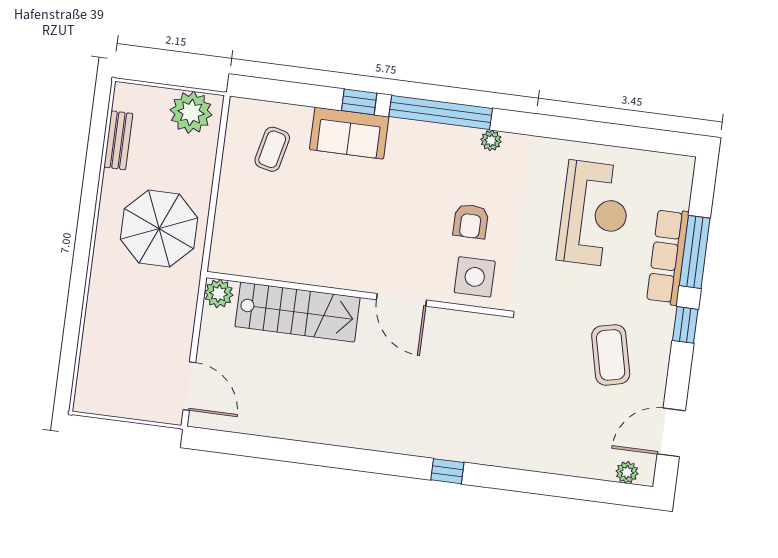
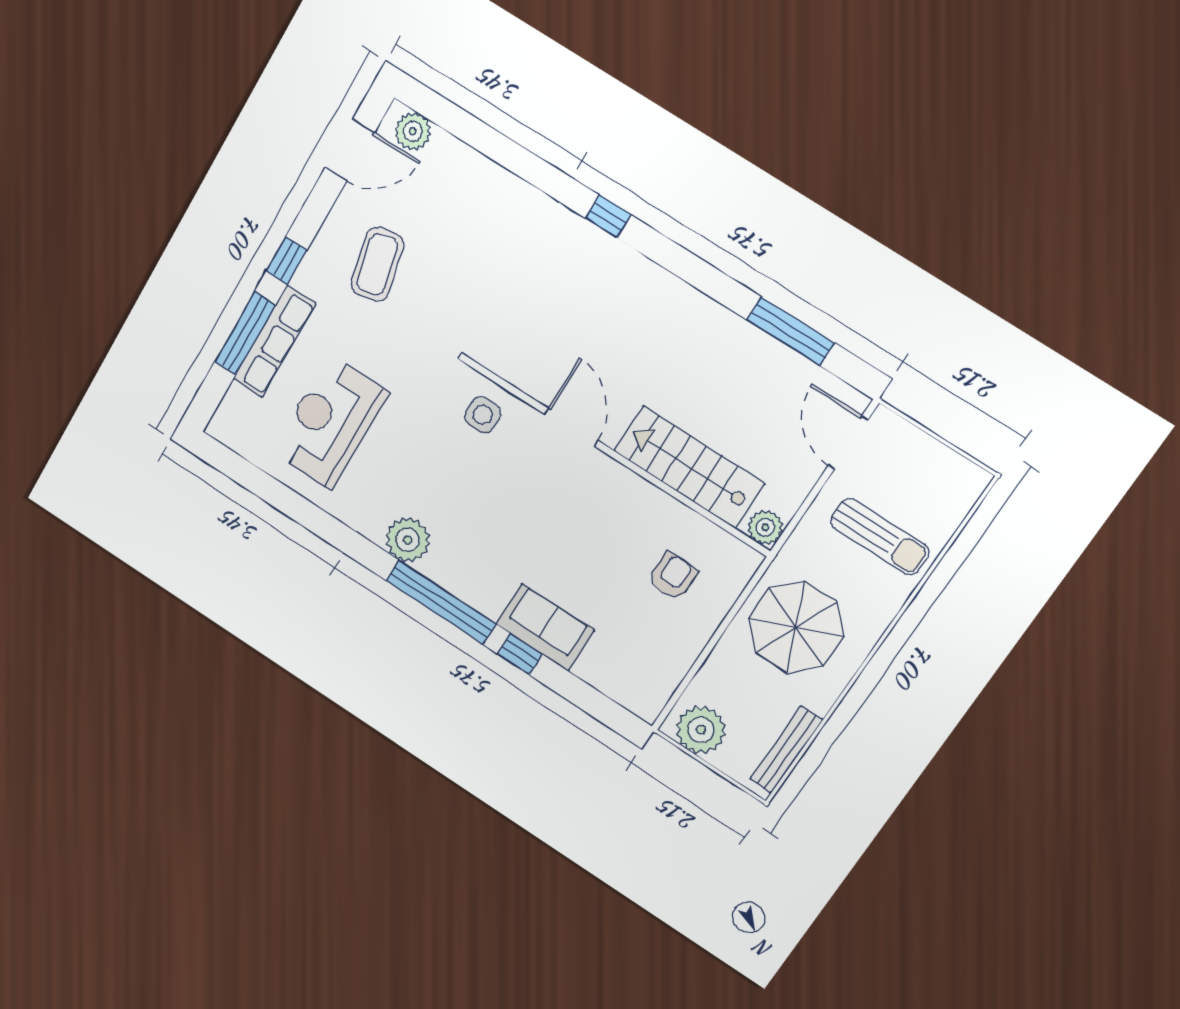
bench: (118, 140) -> (786, 749), width x1.36
plant: (491, 140) -> (408, 540), width x1.88, depth x1.88
coffee table: (272, 149) -> (634, 650), removed
armchair: (471, 221) -> (673, 576), moved
side table: (475, 277) -> (483, 415), width x0.73, depth x0.73
sun lounger: (132, 327) -> (880, 537), added
window: (271, 448) -> (791, 331), added
plant: (627, 472) -> (413, 131), width x1.38, depth x1.38

